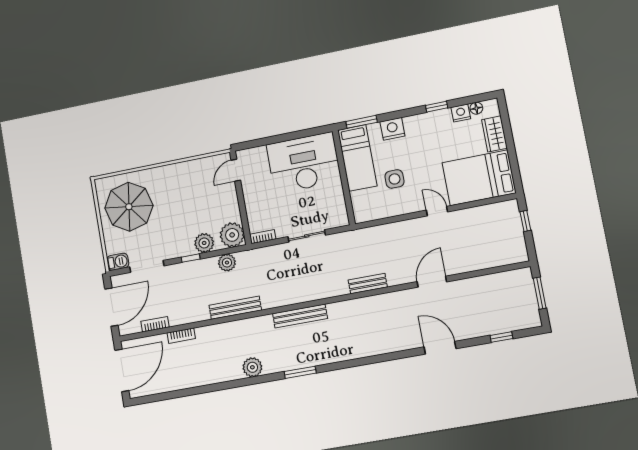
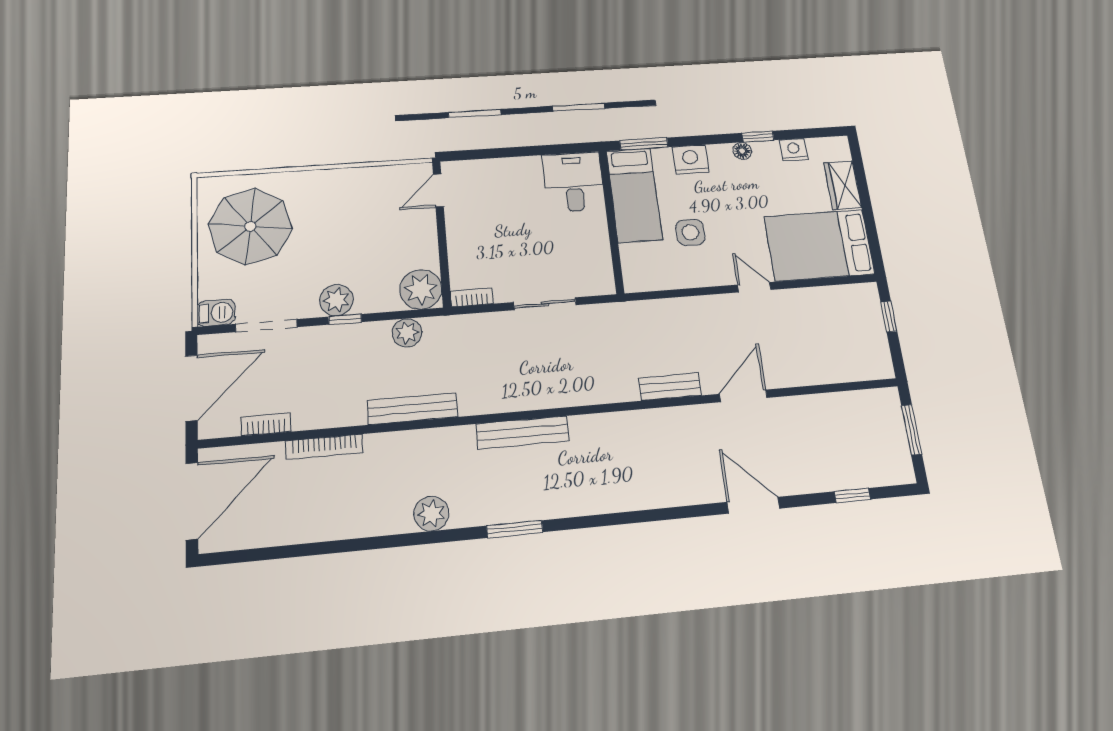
floor lamp: (476, 108) -> (742, 151), moved
desk: (304, 163) -> (573, 182), width x0.53, depth x0.77
plant: (204, 243) -> (336, 300), moved
bench: (368, 284) -> (670, 387), moved
bookcase: (181, 336) -> (324, 447), width x1.56

